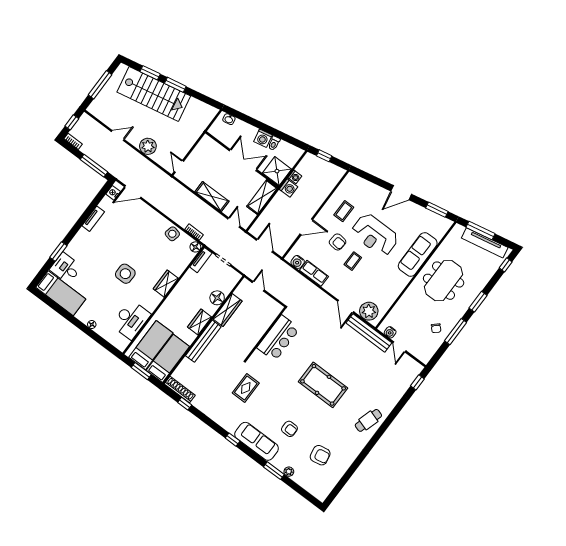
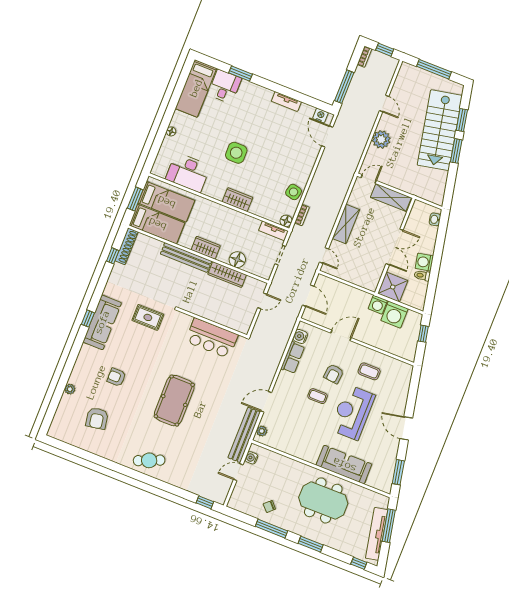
washing machine: (295, 177) -> (395, 315), width x1.89, depth x1.89
shelving: (262, 197) -> (391, 197), moved
door: (234, 223) -> (324, 255), hinge flipped
door: (306, 227) -> (341, 335), swing flipped
door: (265, 246) -> (308, 296), hinge flipped
plant: (369, 311) -> (262, 431), width x0.53, depth x0.53
cafe table: (368, 420) -> (149, 460), turned -40
armchair: (289, 429) -> (116, 377), turned 90
sofa: (257, 441) -> (102, 322), moved
window: (274, 471) -> (66, 373), removed

